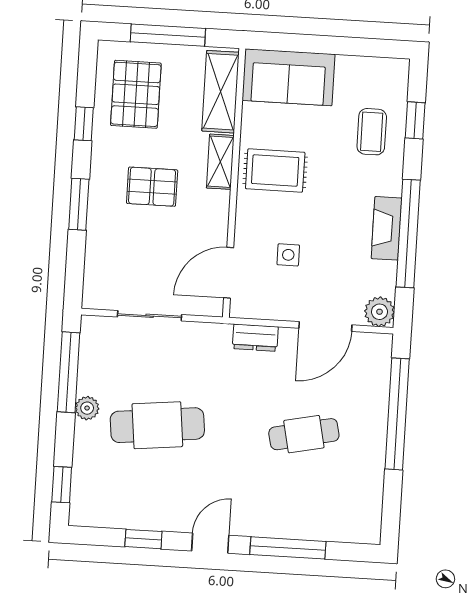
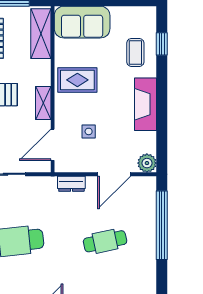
shelving: (220, 162) -> (43, 103), moved
fireplace: (386, 228) -> (145, 104), width x1.37, depth x1.32
window: (408, 233) -> (162, 114), removed

